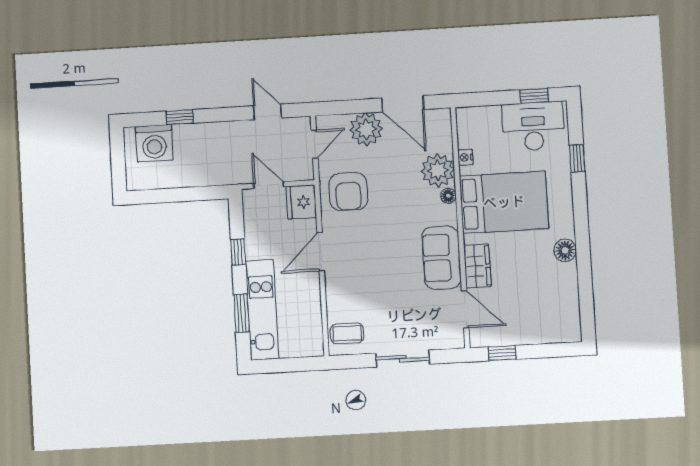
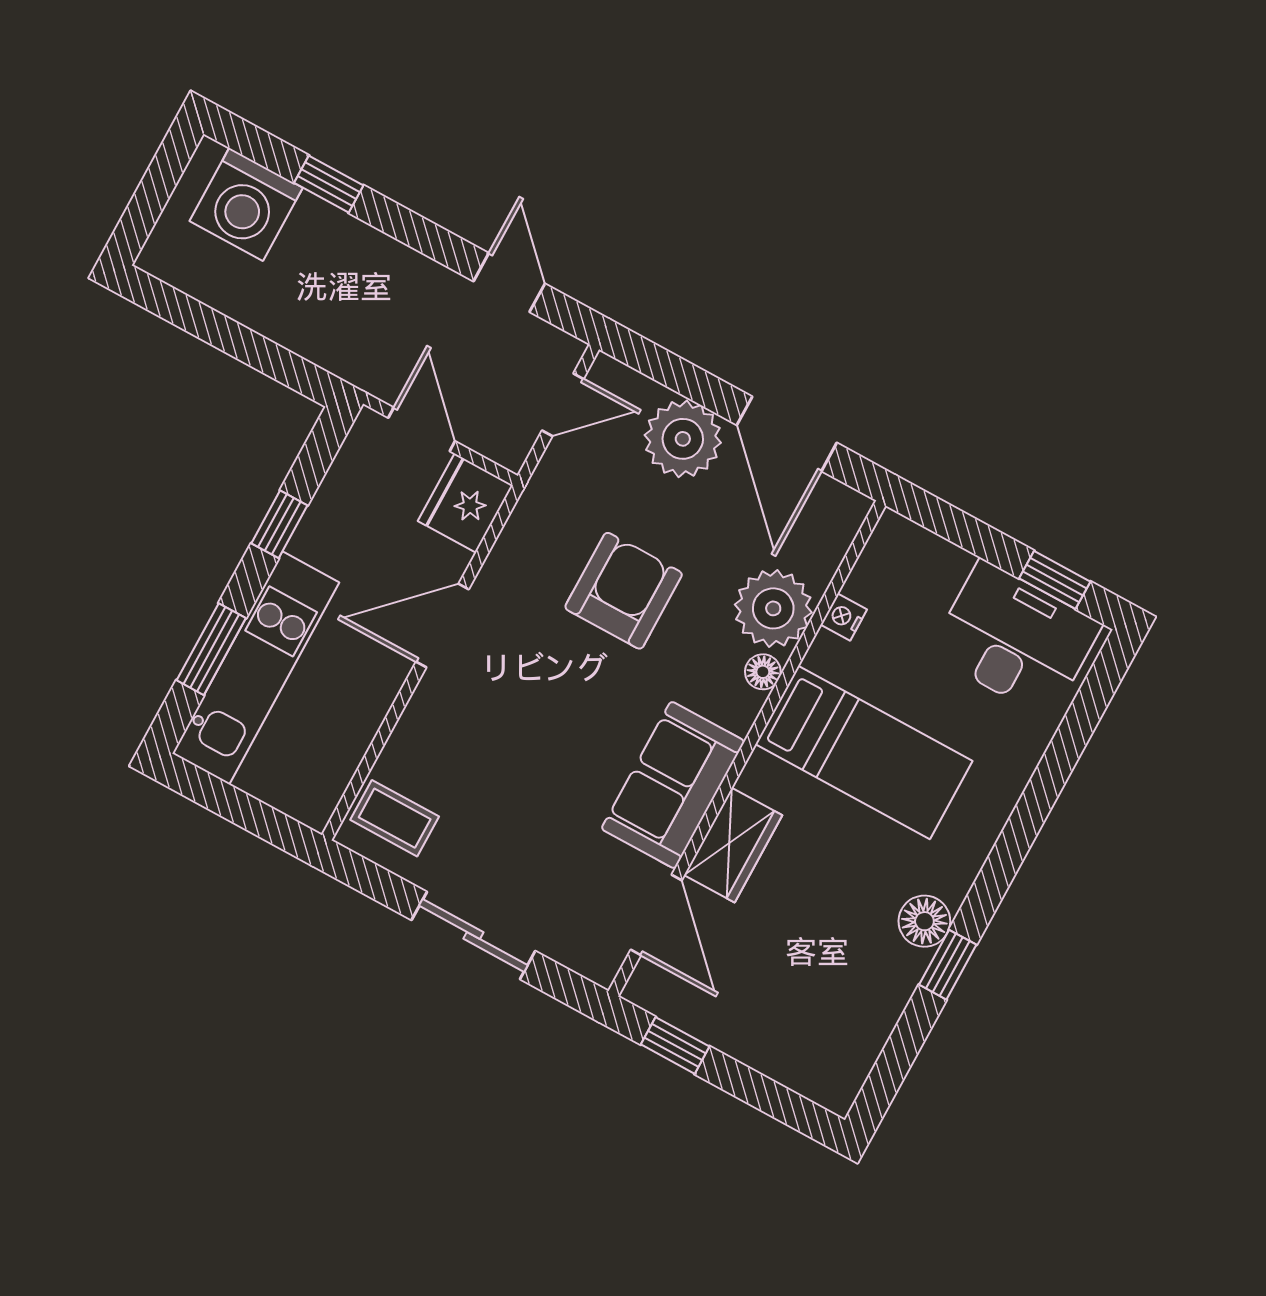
window: (577, 158) -> (948, 965), moved
armchair: (348, 192) -> (624, 591), moved, turned 180
bed: (504, 202) -> (864, 753), width x0.67

